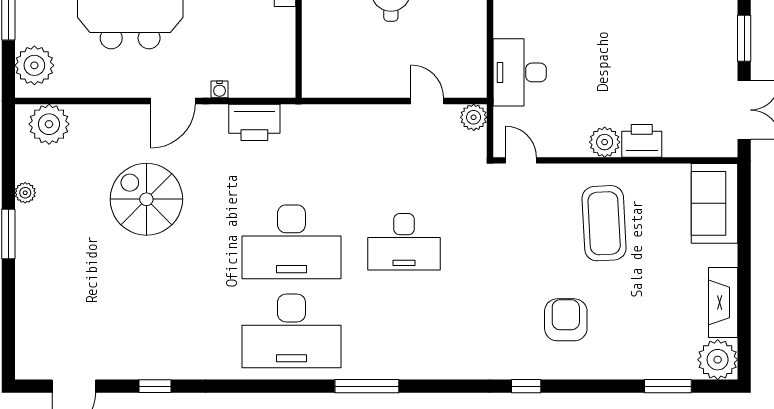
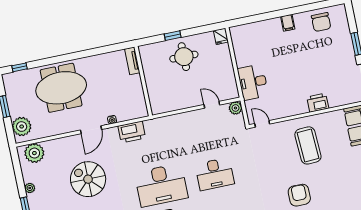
plant: (605, 142) -> (300, 107), removed

